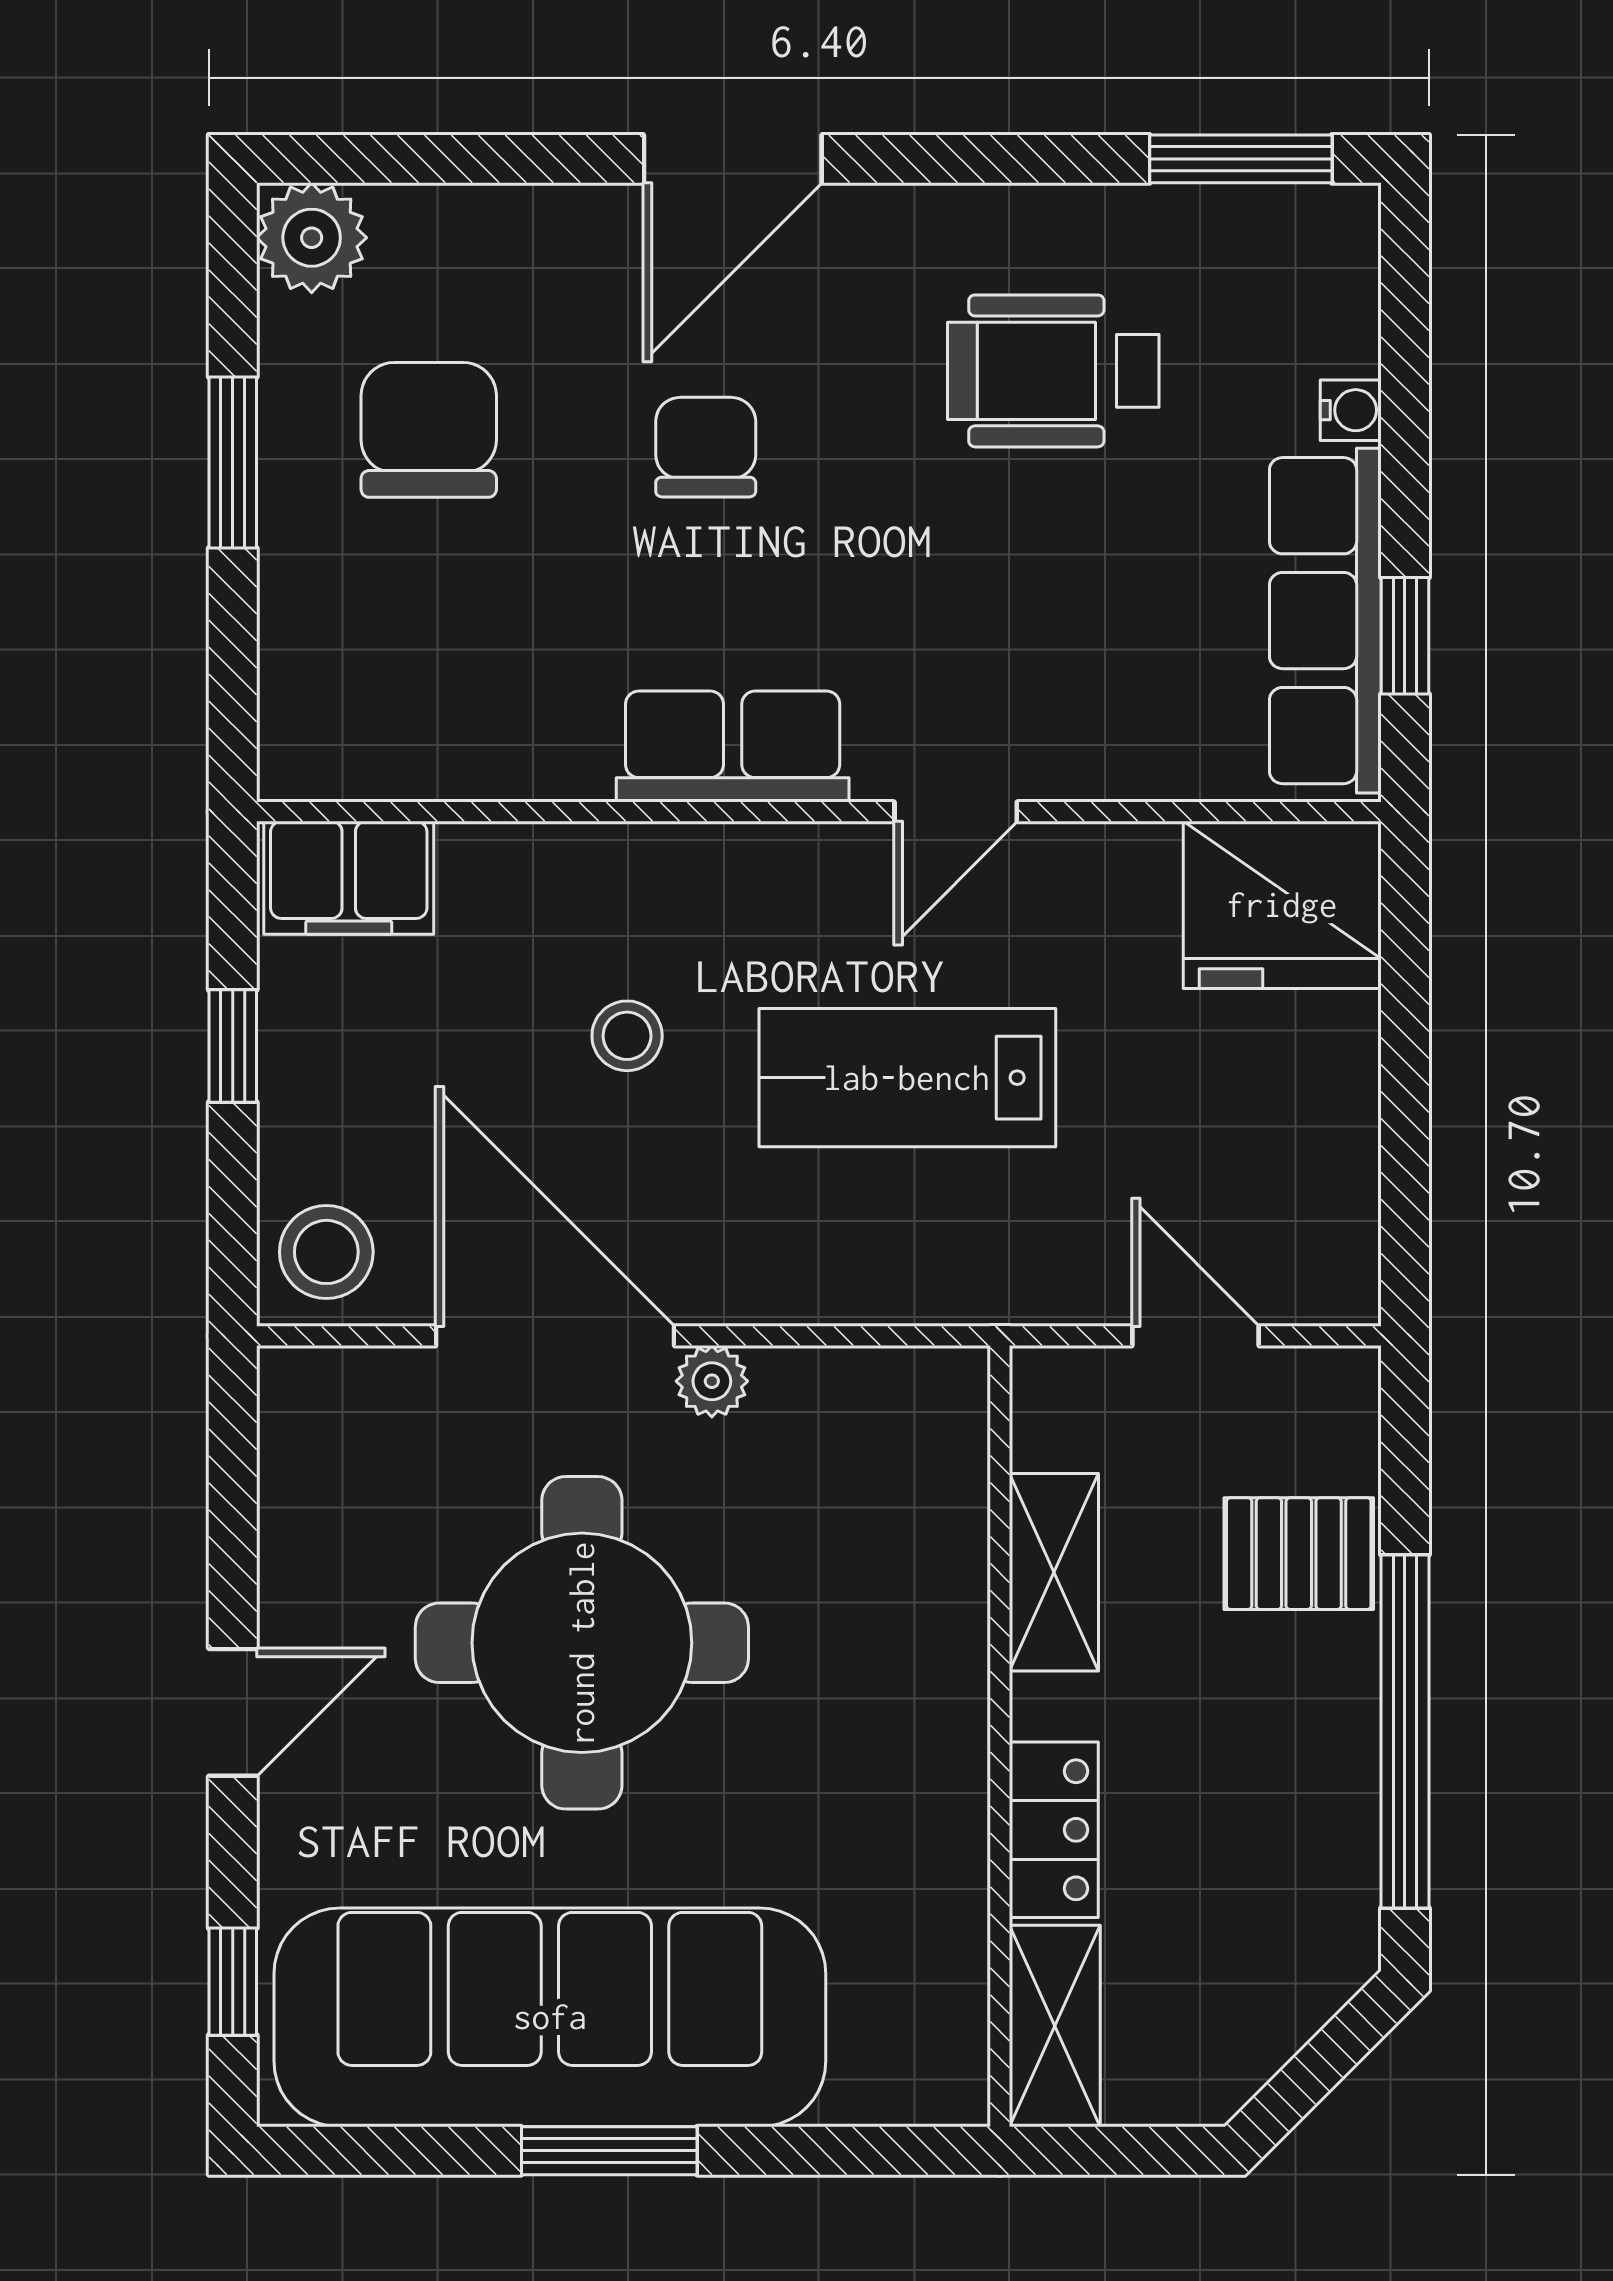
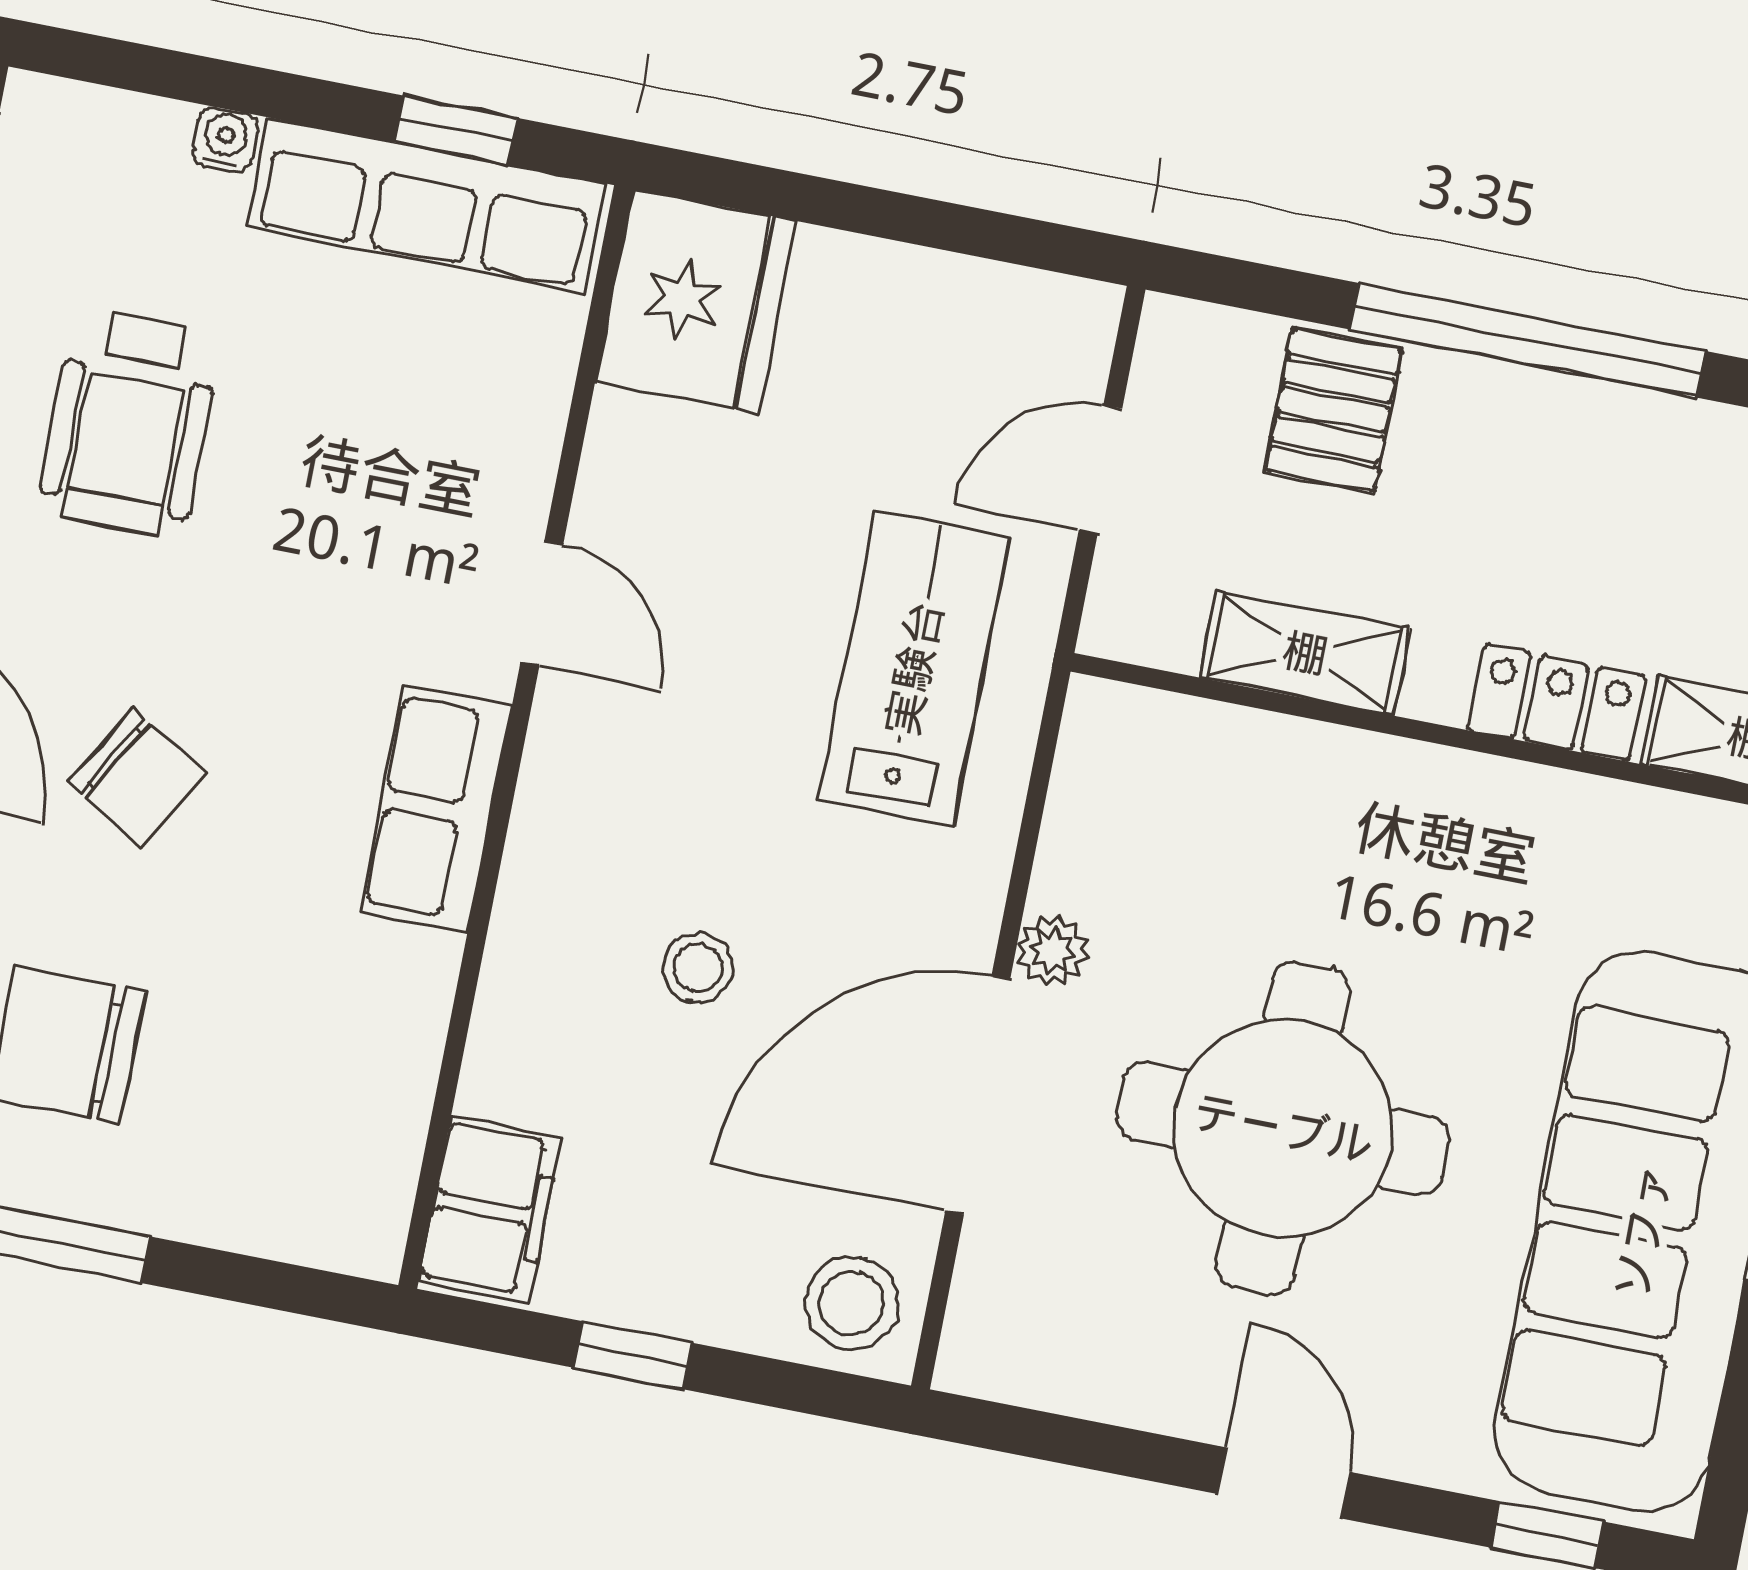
chair: (706, 447) -> (137, 778), turned -150
lab bench: (907, 1078) -> (914, 668), moved, turned 180

